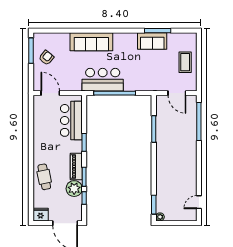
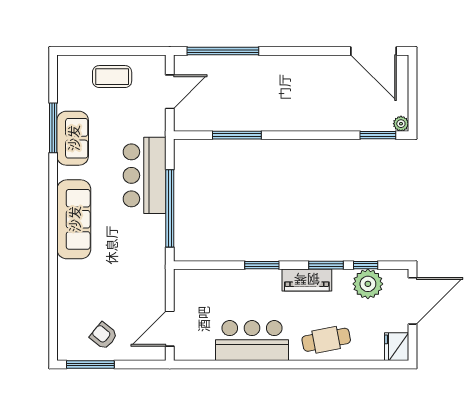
sofa: (91, 42) -> (74, 219), moved
bar counter: (103, 80) -> (145, 175), moved
bar counter: (71, 120) -> (252, 341), moved, turned 180
plant: (74, 189) -> (368, 284), moved
door: (199, 202) -> (374, 51), width x1.87

